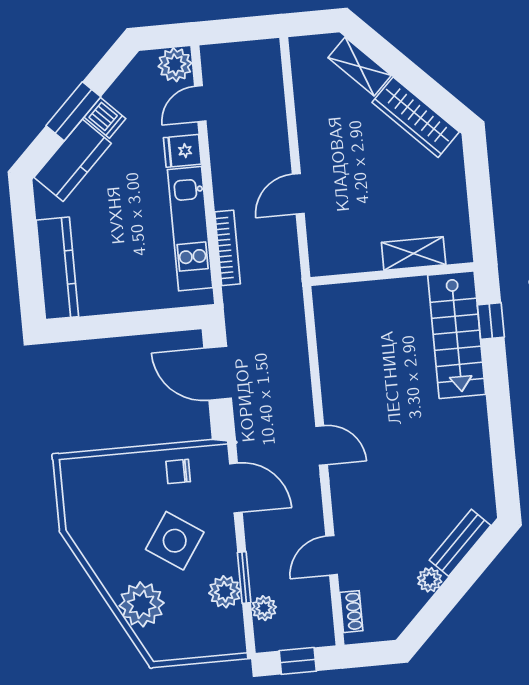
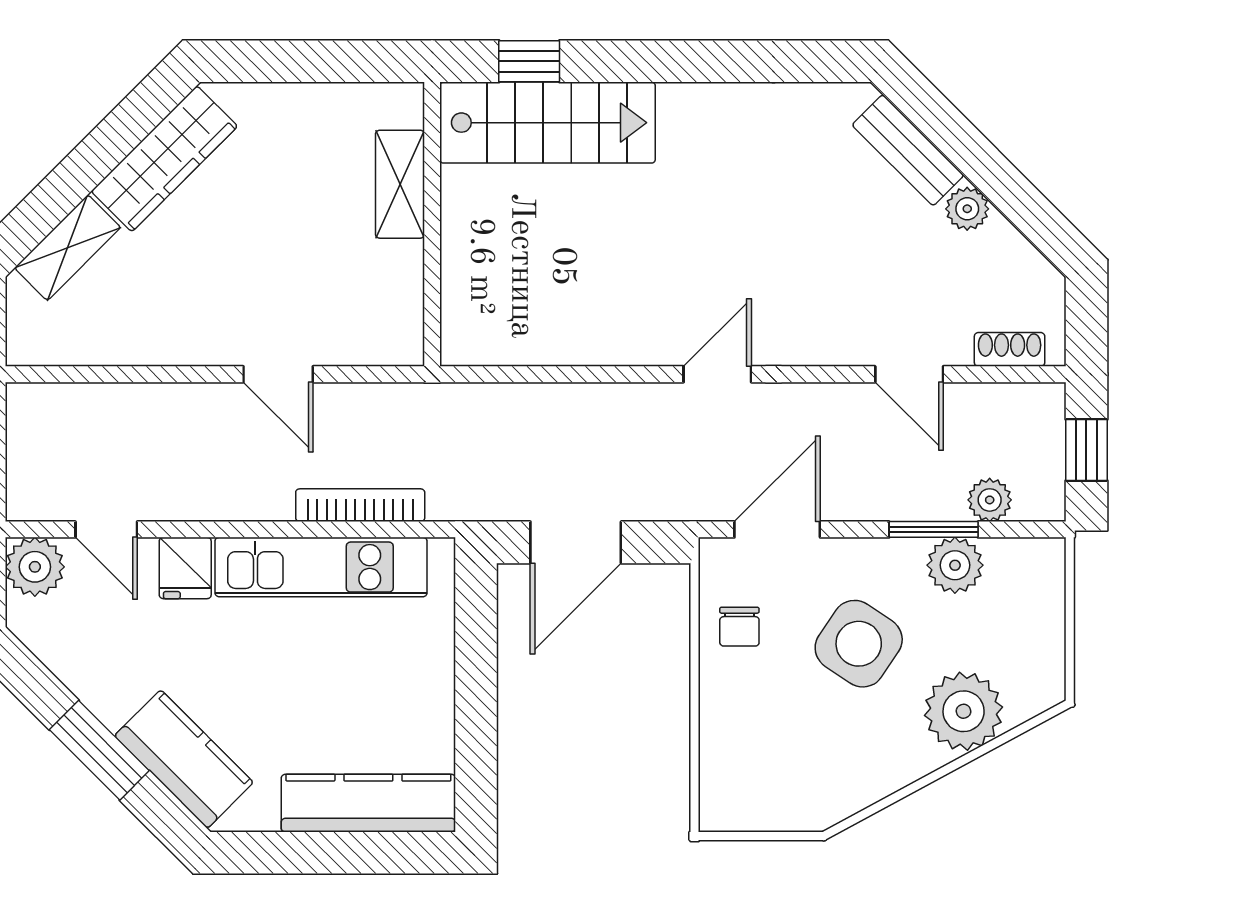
dishwasher: (105, 118) -> (116, 697), removed

